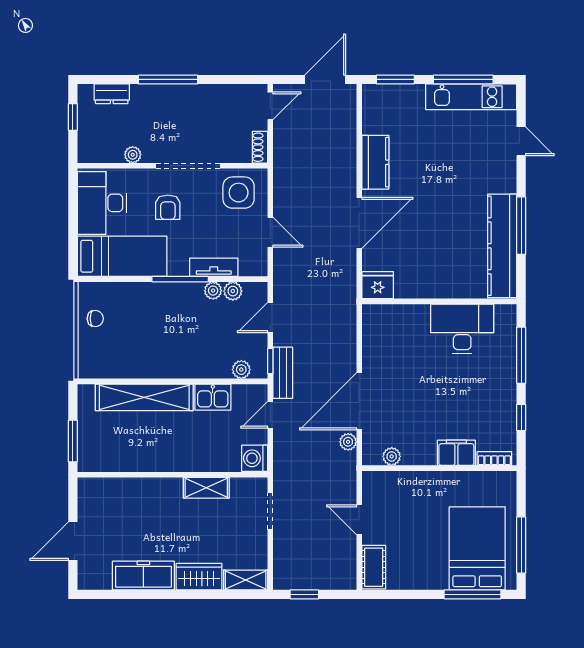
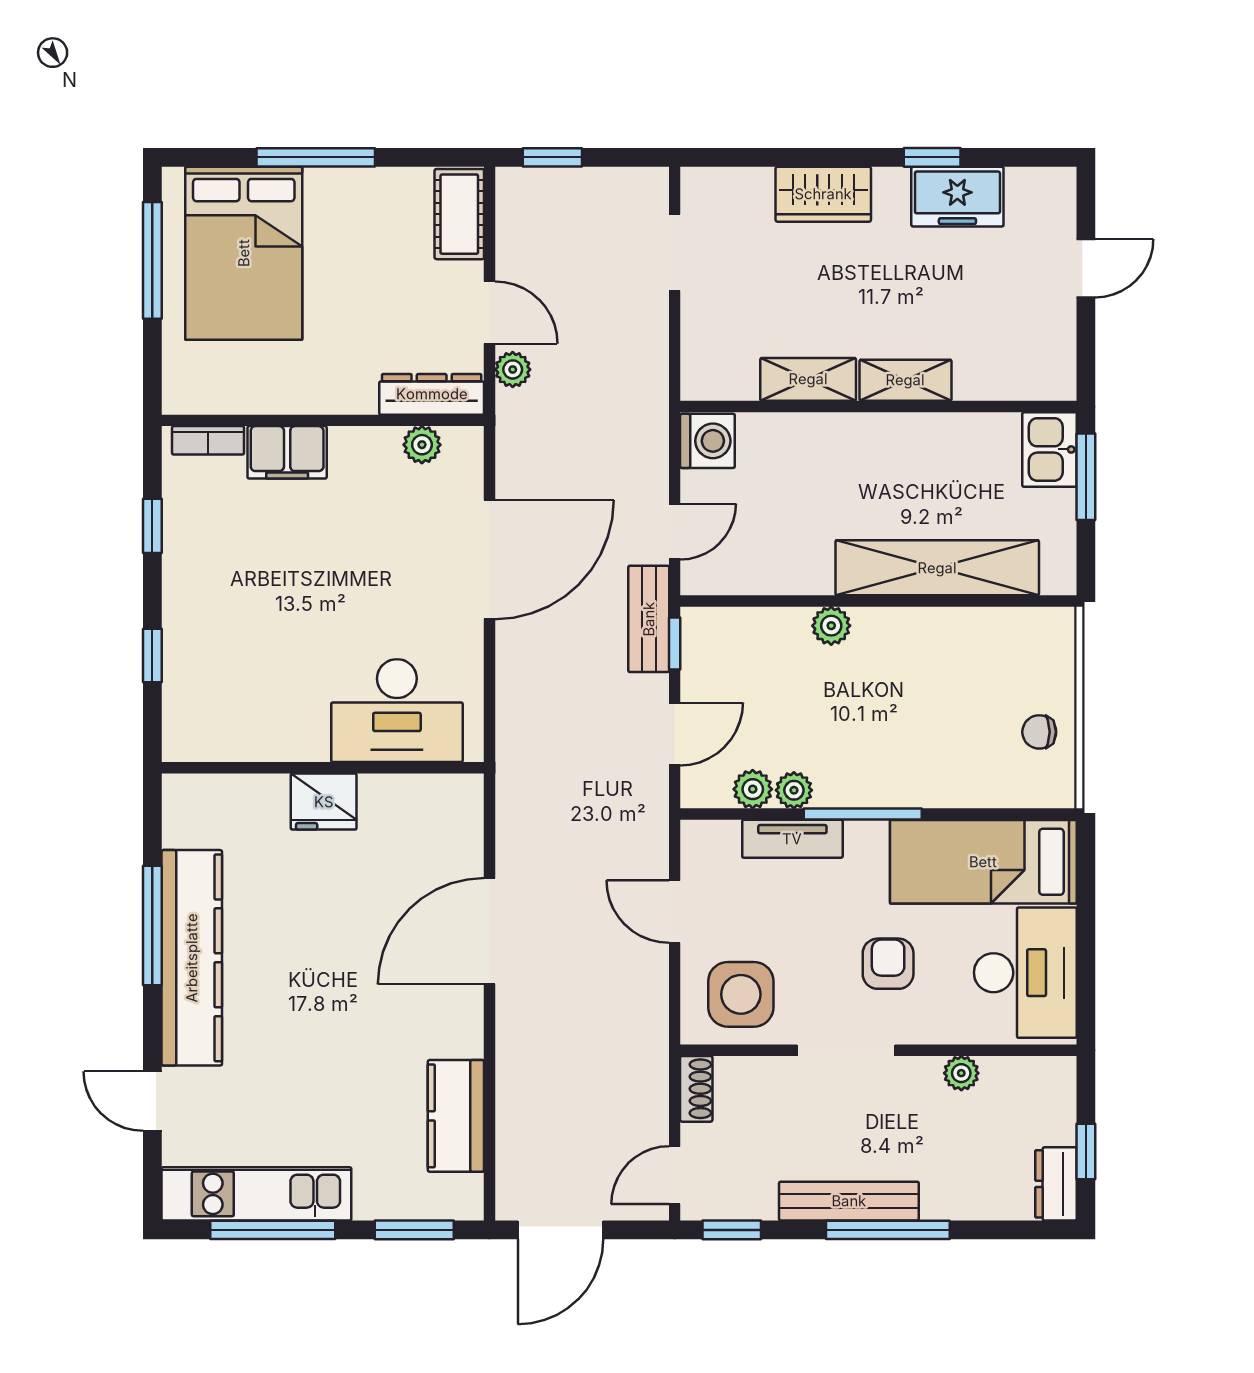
window: (243, 79) -> (732, 1230), added
bench: (187, 93) -> (849, 1201), added
dresser: (112, 94) -> (1056, 1184), moved, turned -90
kitchen counter: (375, 162) -> (456, 1116), moved
doorway: (188, 166) -> (846, 1050), width x0.73
kitchen counter: (502, 246) -> (192, 958), moved
fridge: (378, 285) -> (324, 802), moved
desk: (462, 329) -> (397, 711), moved
window: (521, 355) -> (152, 655), width x0.46
plant: (241, 370) -> (831, 626), moved
kitchen sink: (213, 397) -> (1050, 449), moved, turned -90
plant: (348, 442) -> (513, 369), moved
dresser: (387, 481) -> (432, 394), added
doorway: (270, 511) -> (675, 252), moved
door: (73, 541) -> (1086, 268), width x0.73
freezer: (143, 576) -> (957, 197), width x0.71
shelving: (246, 580) -> (905, 380), moved
window: (147, 594) -> (932, 157), added
window: (304, 594) -> (552, 157), moved
window: (473, 594) -> (316, 157), moved

